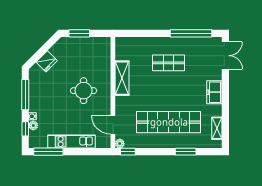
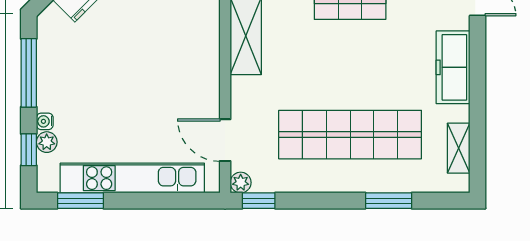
round table: (84, 91) -> (159, 64), removed
freezer: (214, 92) -> (453, 67), width x1.40
kitchen unit: (71, 142) -> (132, 178), width x1.36
window: (48, 152) -> (80, 201), width x0.69

